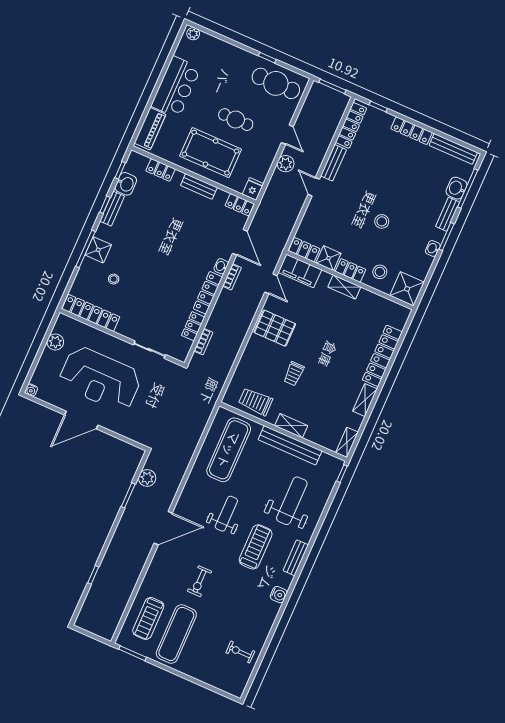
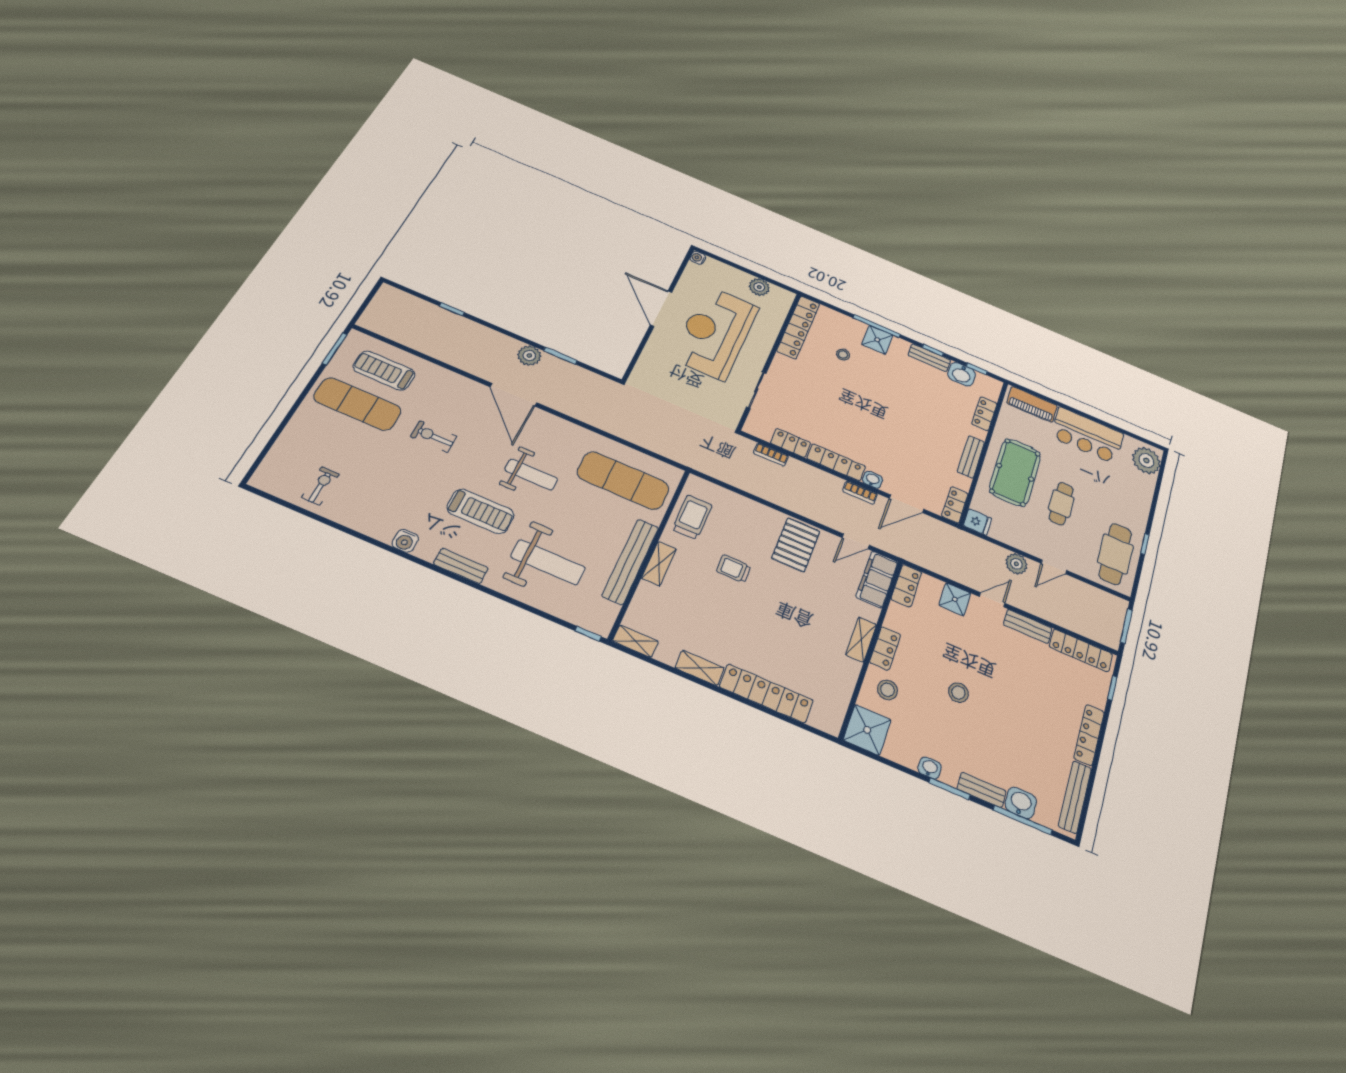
plant: (193, 34) -> (1146, 461), width x1.87, depth x1.87
shower: (328, 258) -> (955, 599), moved
plant: (147, 478) -> (529, 356), moved

